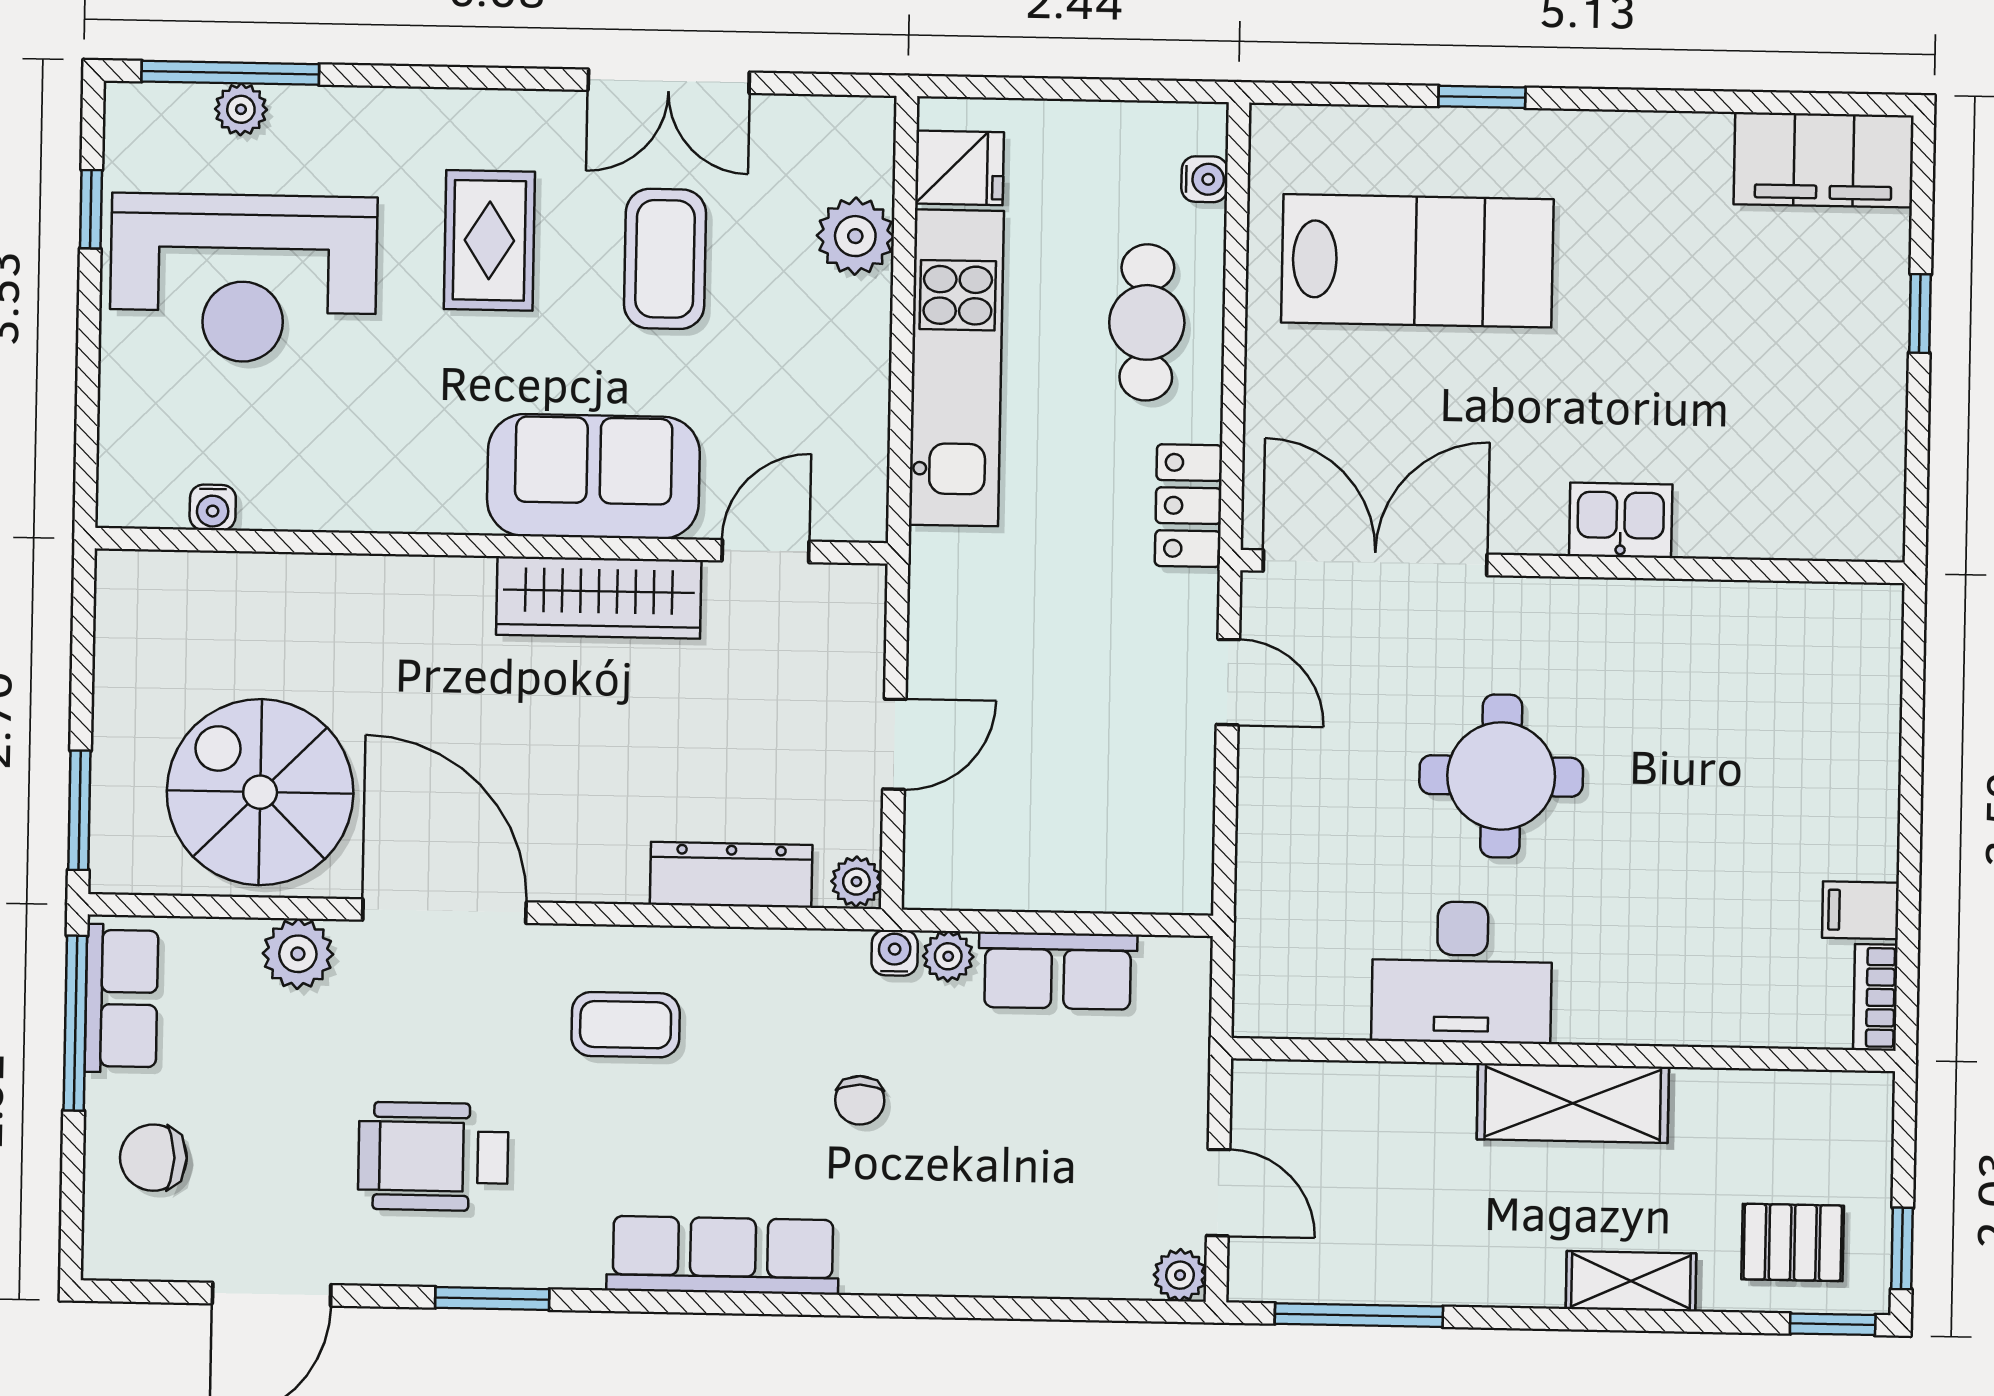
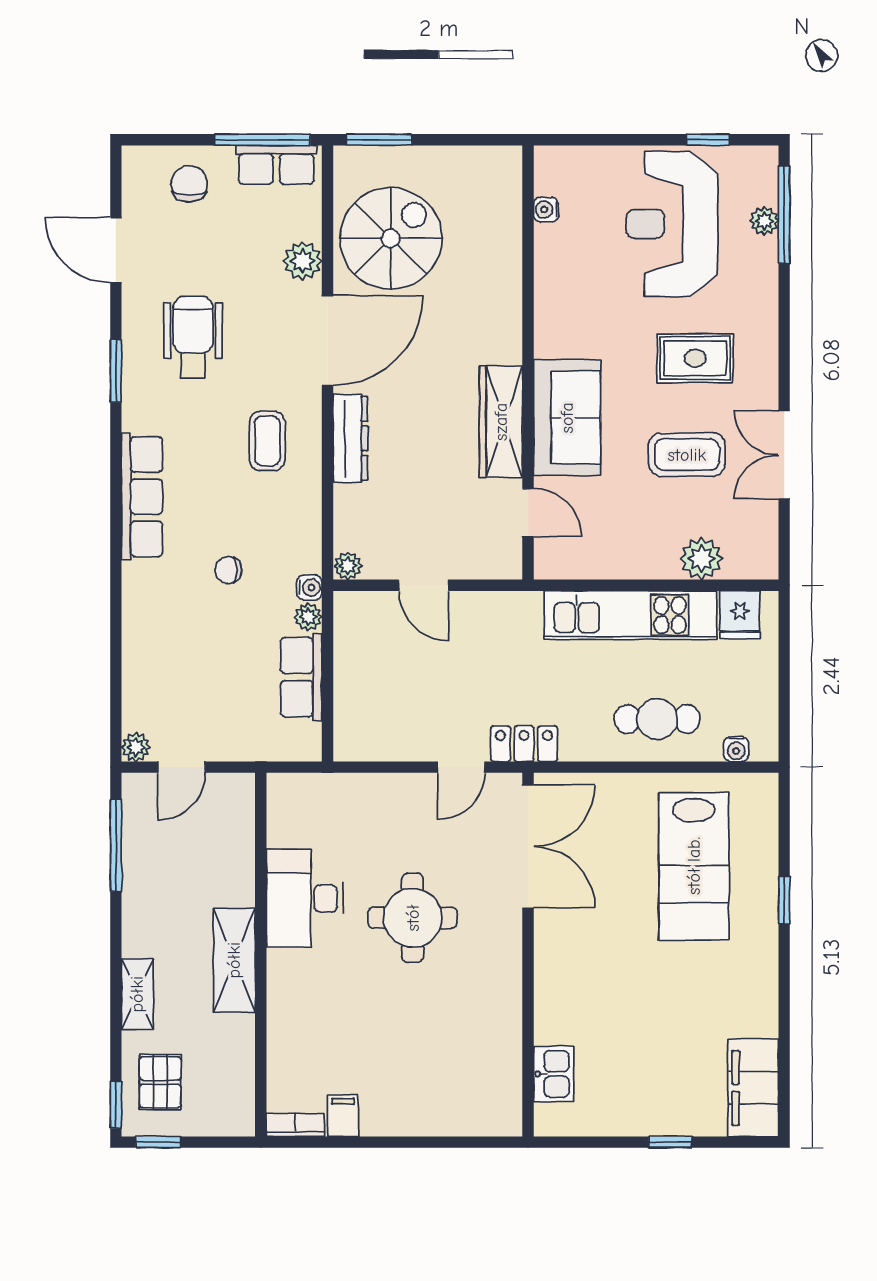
locker: (1189, 506) -> (524, 744), moved
kitchen sink: (1621, 520) -> (554, 1074), moved
dresser: (731, 875) -> (350, 438), moved

